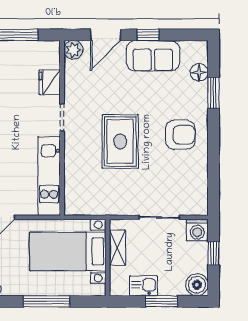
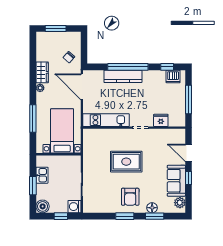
plant: (73, 50) -> (180, 203), moved
floor lamp: (199, 72) -> (152, 208), moved
window: (214, 144) -> (125, 216), added
shelving: (117, 248) -> (64, 160), removed

